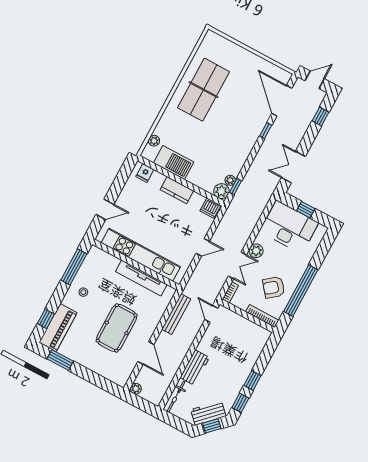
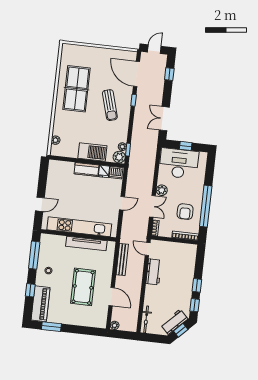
sun lounger: (235, 125) -> (110, 105), added
barbecue: (174, 162) -> (92, 152), moved
fridge: (145, 173) -> (104, 171), moved
armchair: (274, 287) -> (185, 212), turned -51
window: (46, 319) -> (30, 290), moved
workbench: (195, 368) -> (154, 272), moved

